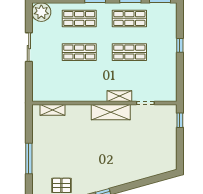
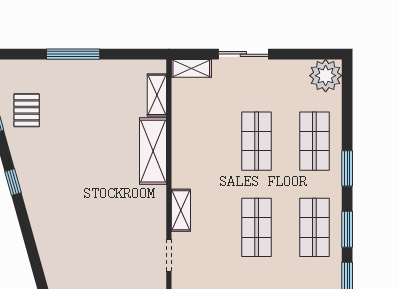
sliding door: (29, 47) -> (243, 54), moved
shelving: (37, 90) -> (191, 68), added
shelving: (111, 112) -> (153, 151), moved

